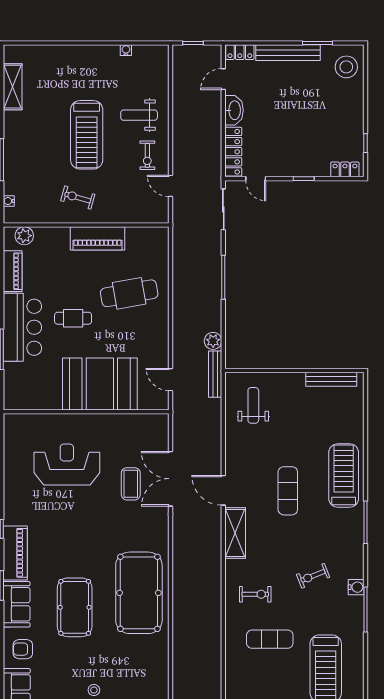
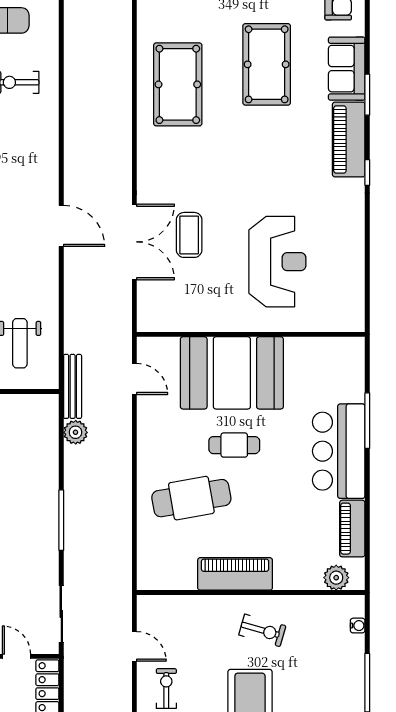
cafe table: (73, 318) -> (234, 445), moved
reception desk: (67, 464) -> (277, 262), turned -90
shelving: (235, 533) -> (45, 167), removed
pool table: (139, 593) -> (178, 84), width x0.73, depth x0.76

